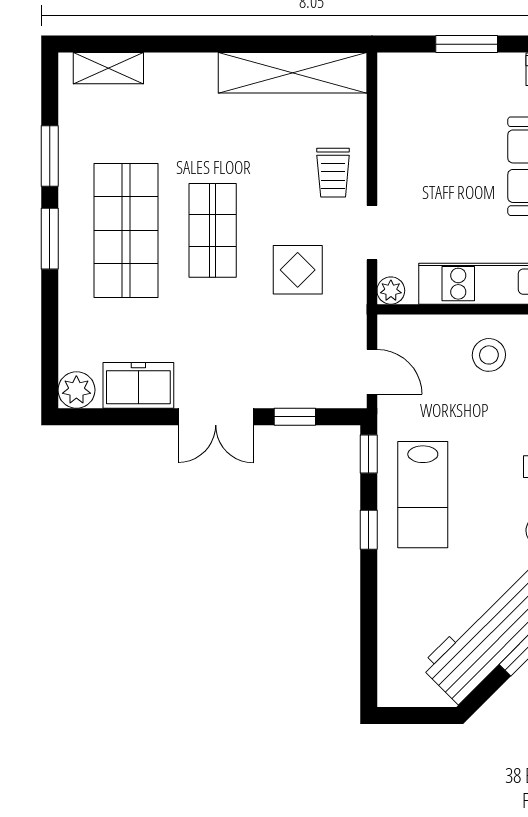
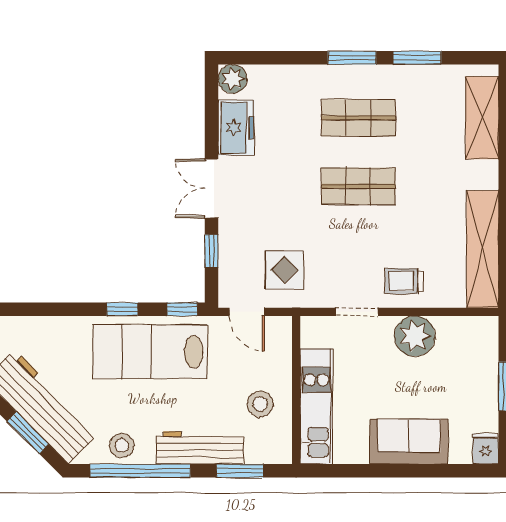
shelving: (108, 68) -> (482, 118), width x1.50, depth x1.33
shop shelf: (126, 230) -> (358, 118), width x0.70, depth x0.74
display table: (298, 270) -> (285, 270), moved
plant: (391, 291) -> (415, 336), moved, width x1.88, depth x1.88
door: (372, 372) -> (247, 312), hinge flipped
lab bench: (423, 495) -> (150, 352), width x1.36, depth x1.39

